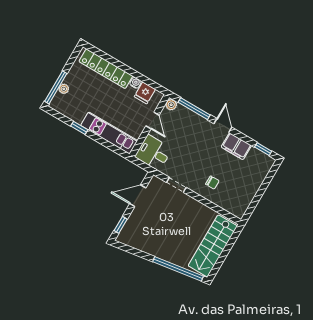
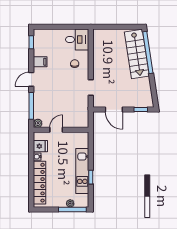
kitchen unit: (109, 133) -> (82, 171), moved
filing cabinet: (236, 146) -> (40, 62), width x0.50
desk: (153, 153) -> (77, 40), moved, turned -90
stairs: (213, 246) -> (137, 54), moved, turned 81

